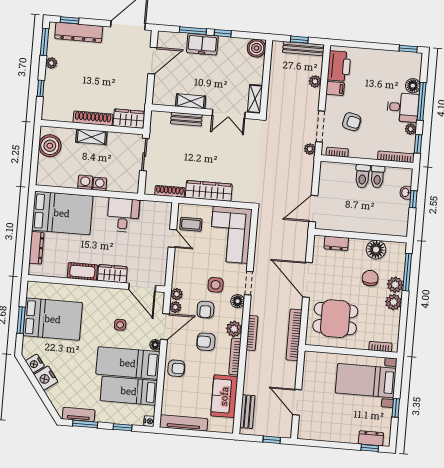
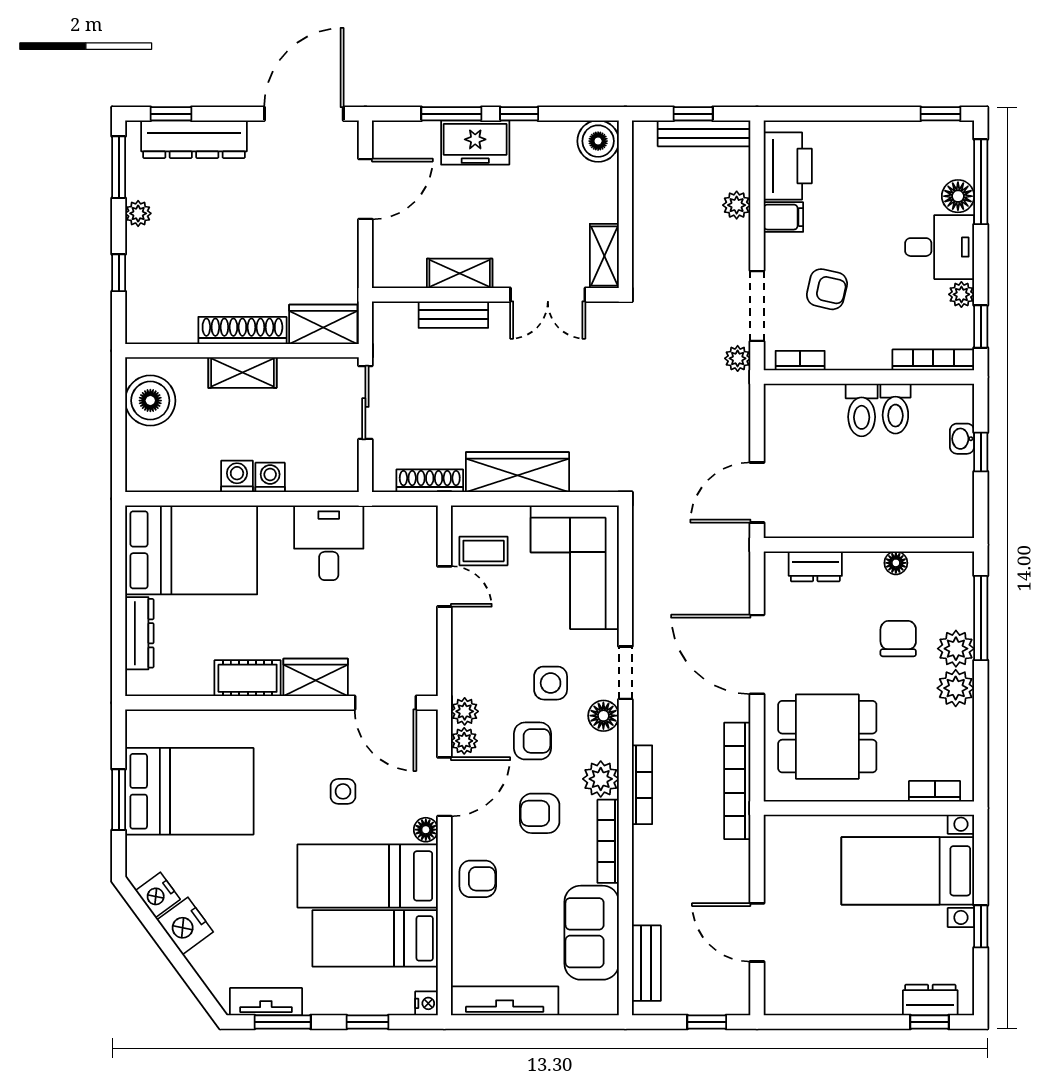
window: (422, 101) -> (981, 182), moved
floor lamp: (376, 250) -> (896, 563), width x0.53, depth x0.53
armchair: (205, 310) -> (532, 741), turned -90

